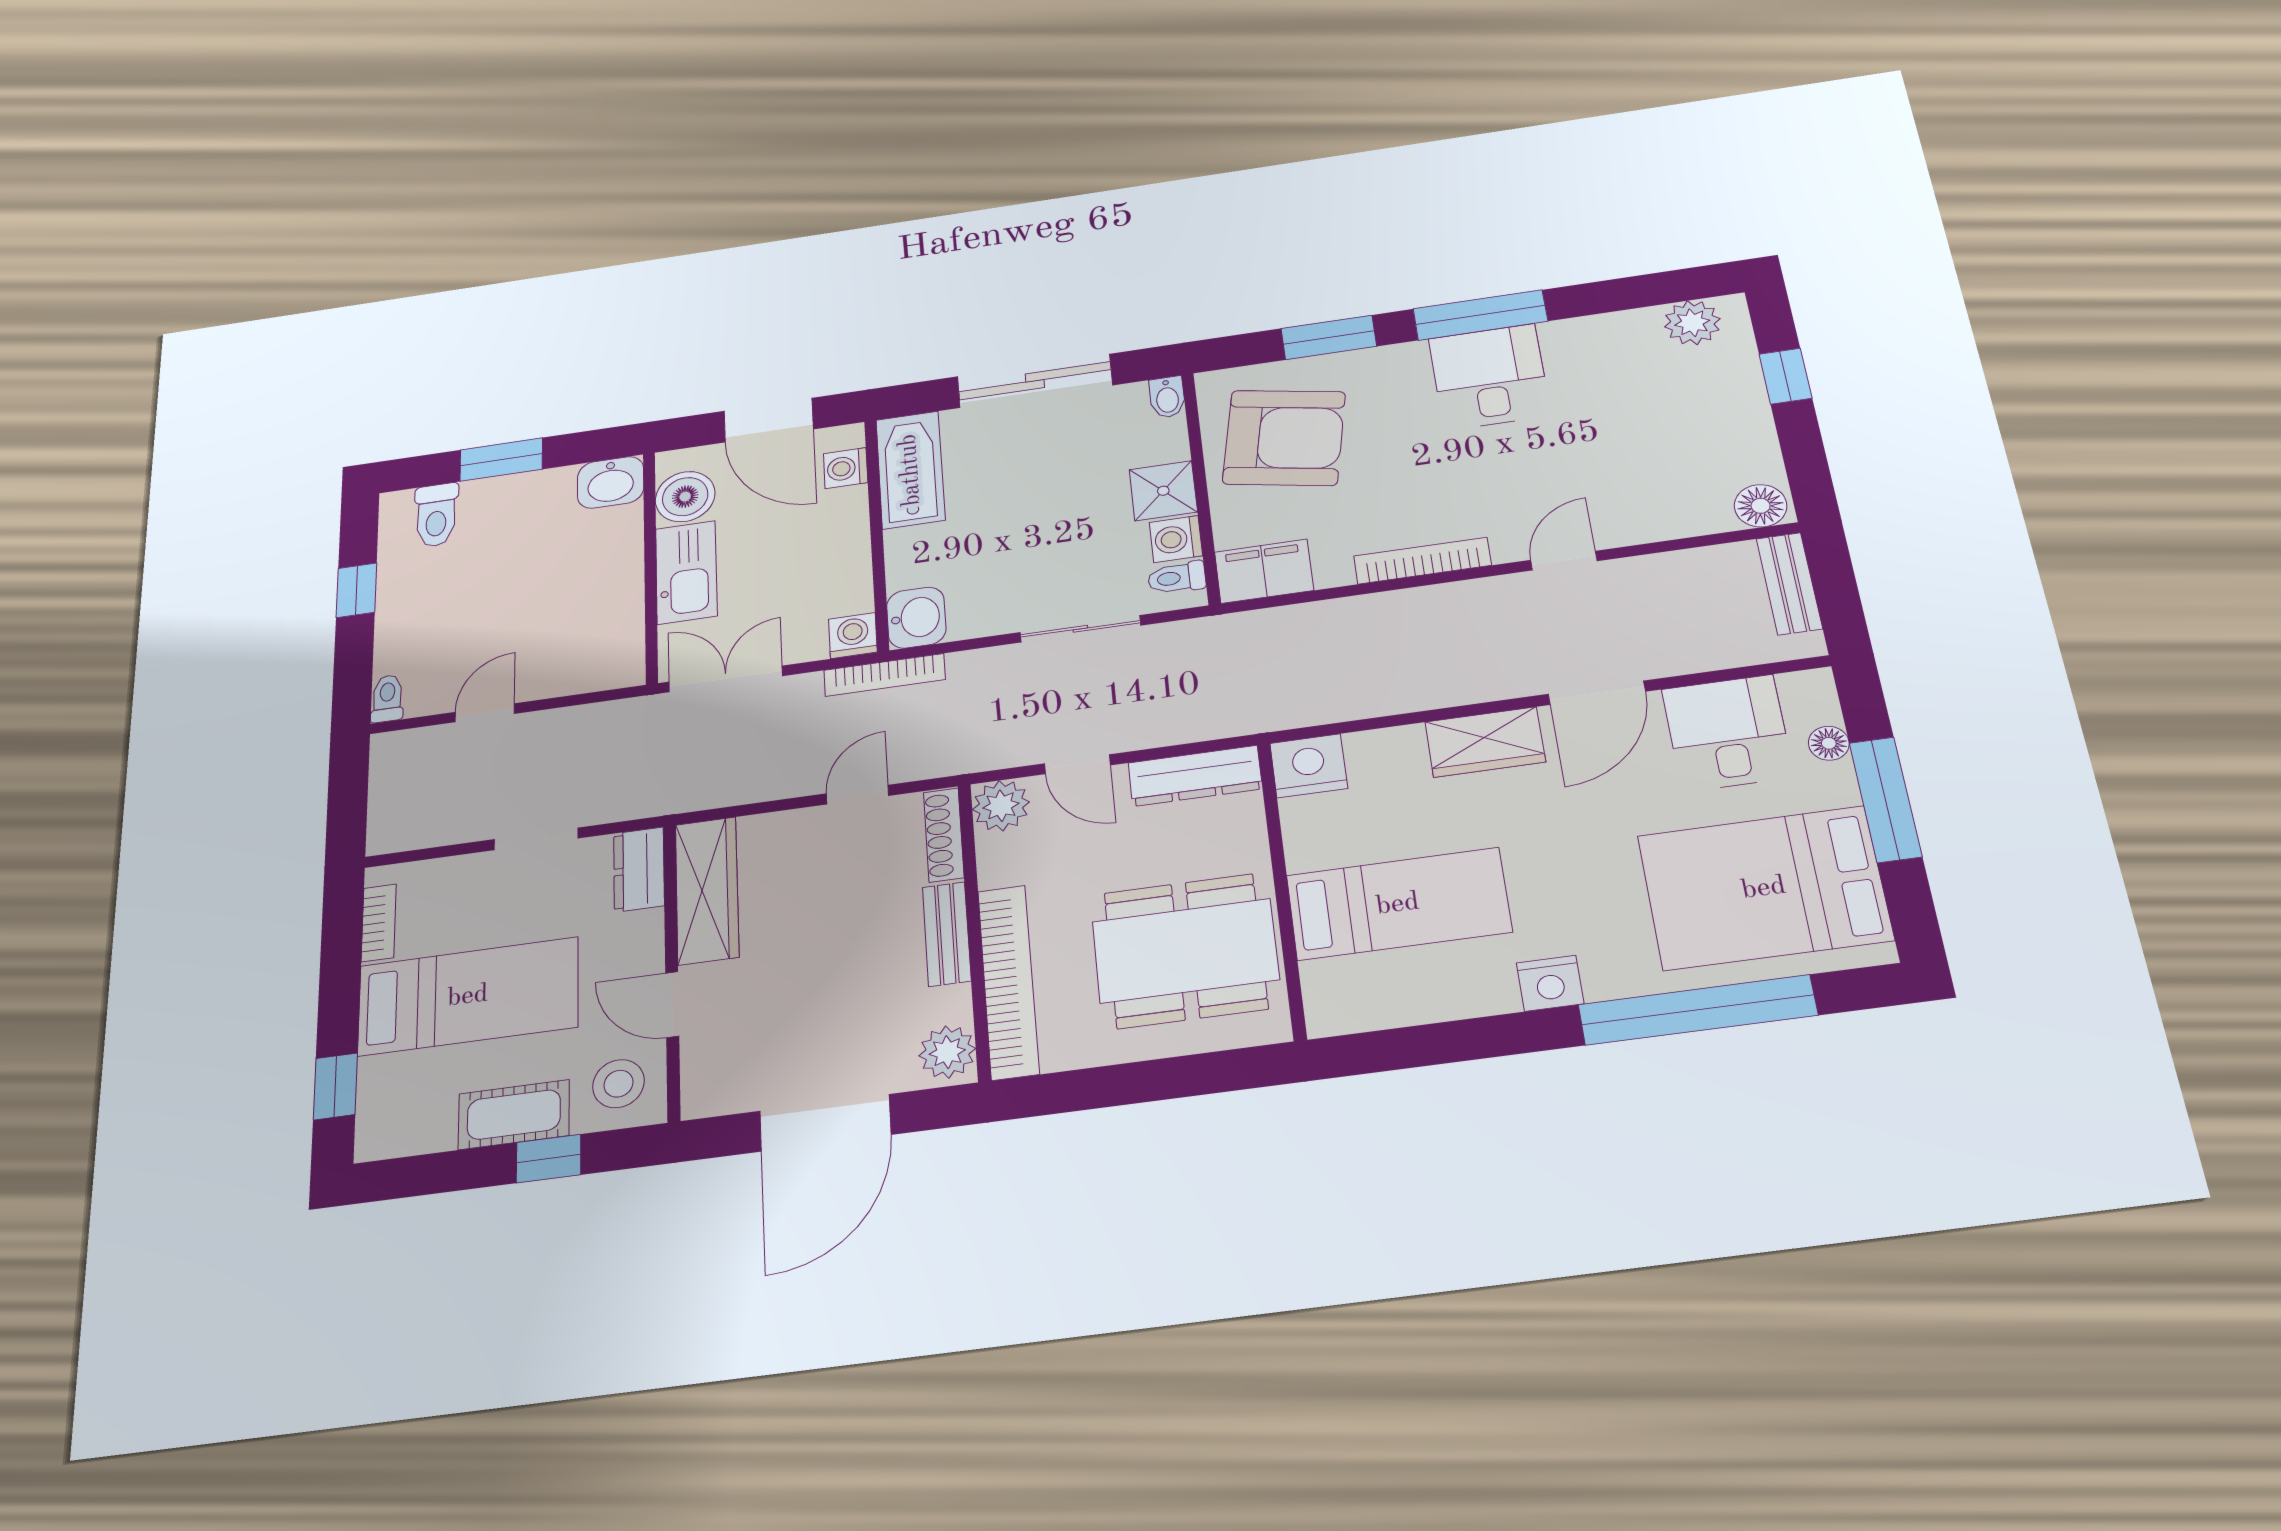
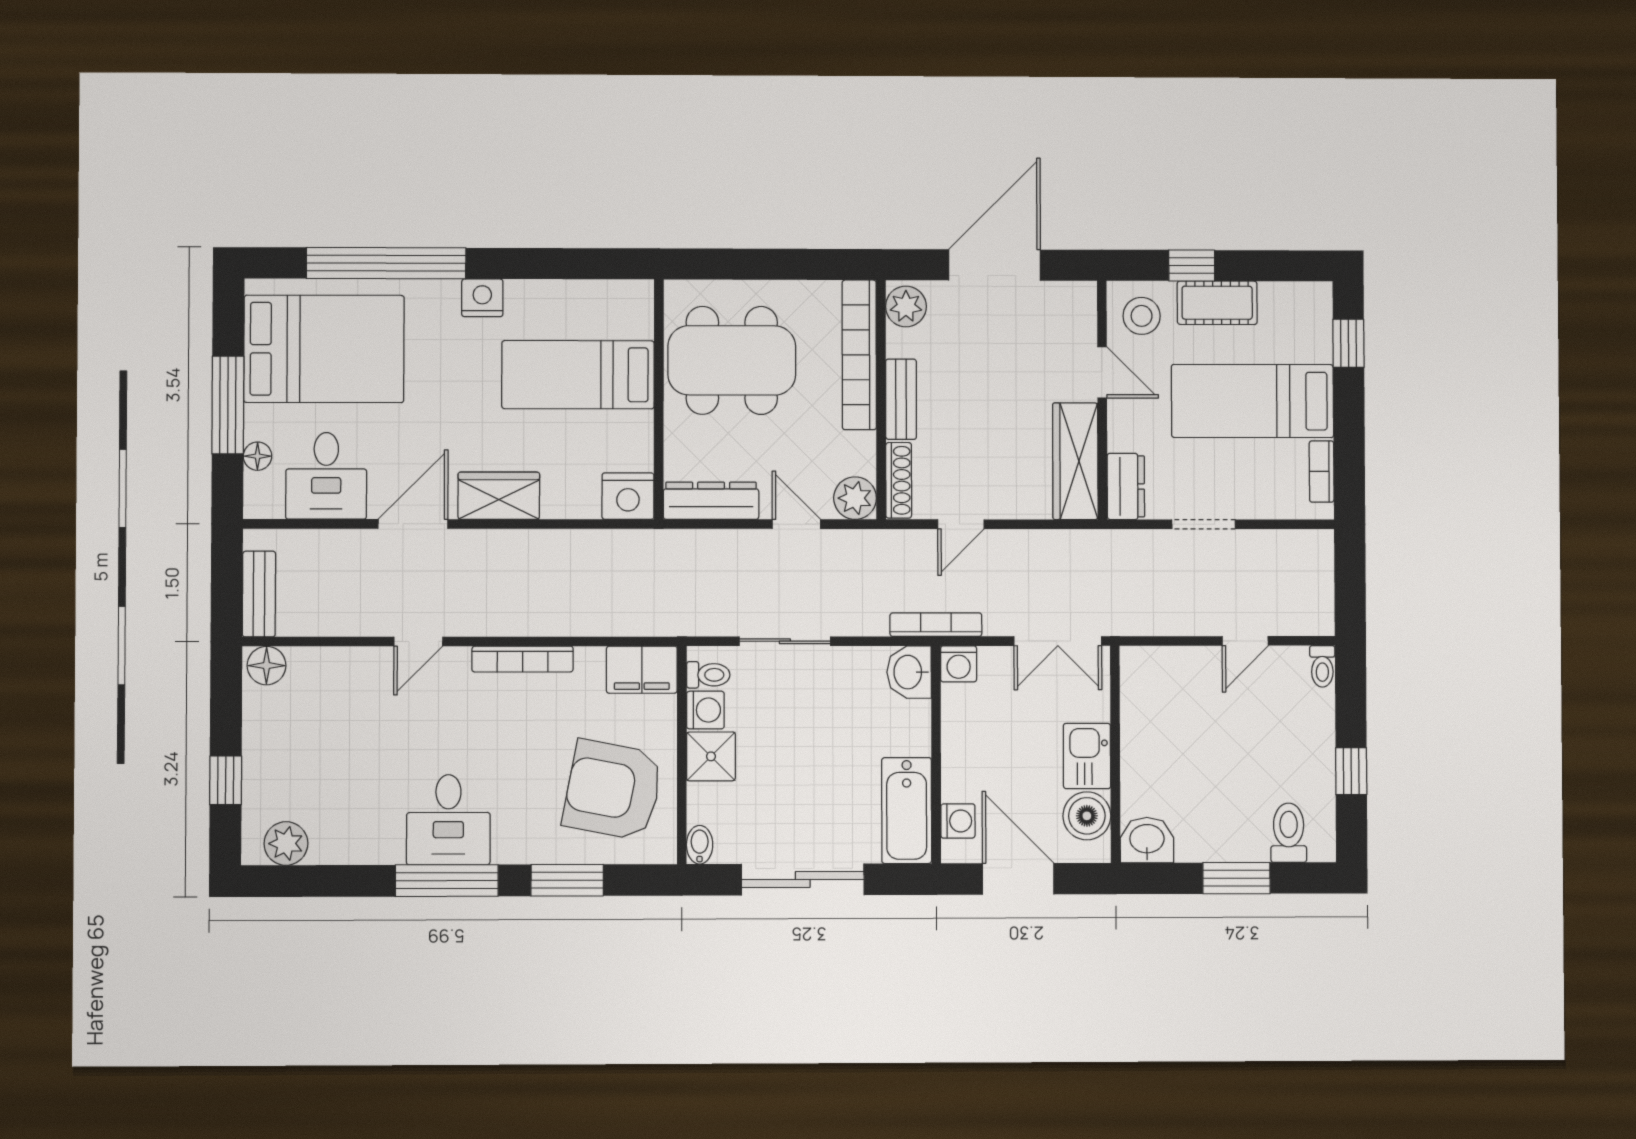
kitchen sink: (686, 572) -> (1087, 756), width x0.73

